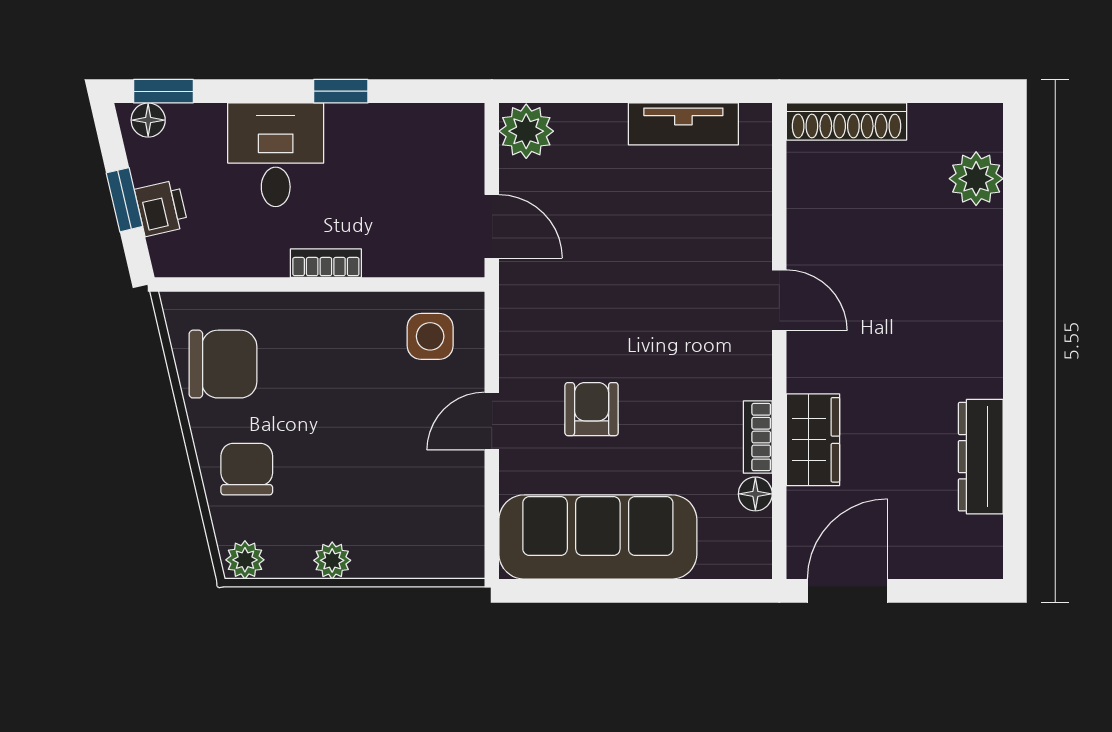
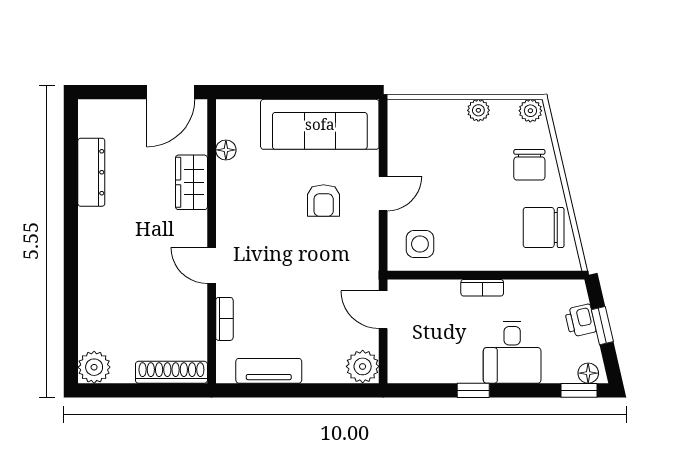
plant: (976, 179) -> (94, 367), moved
bookcase: (758, 437) -> (224, 319), moved

